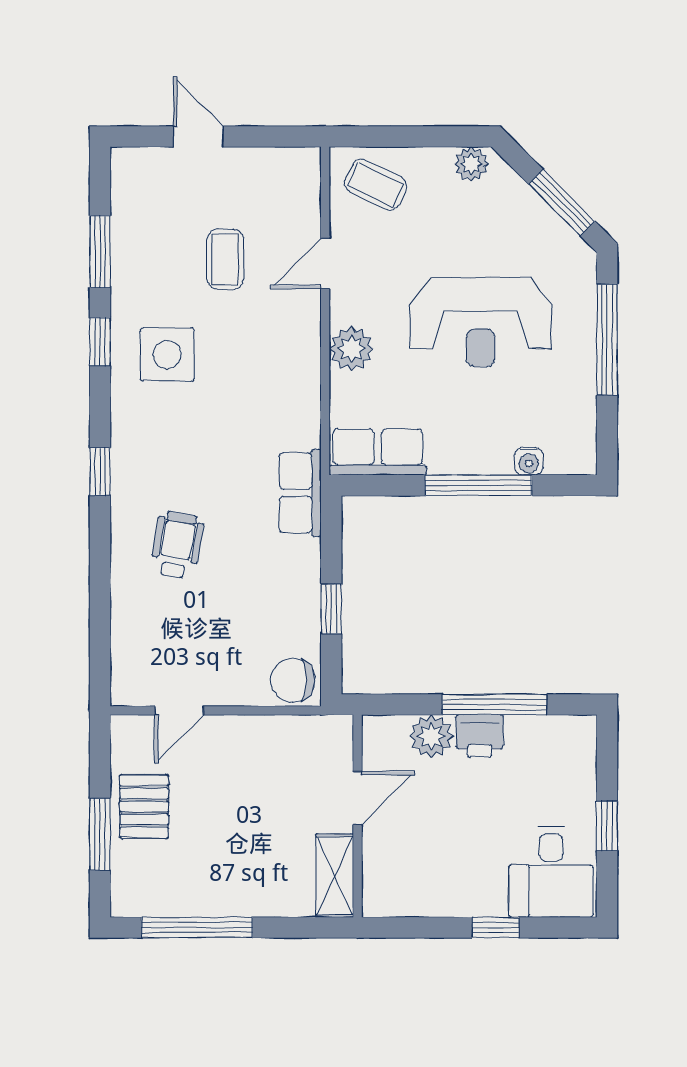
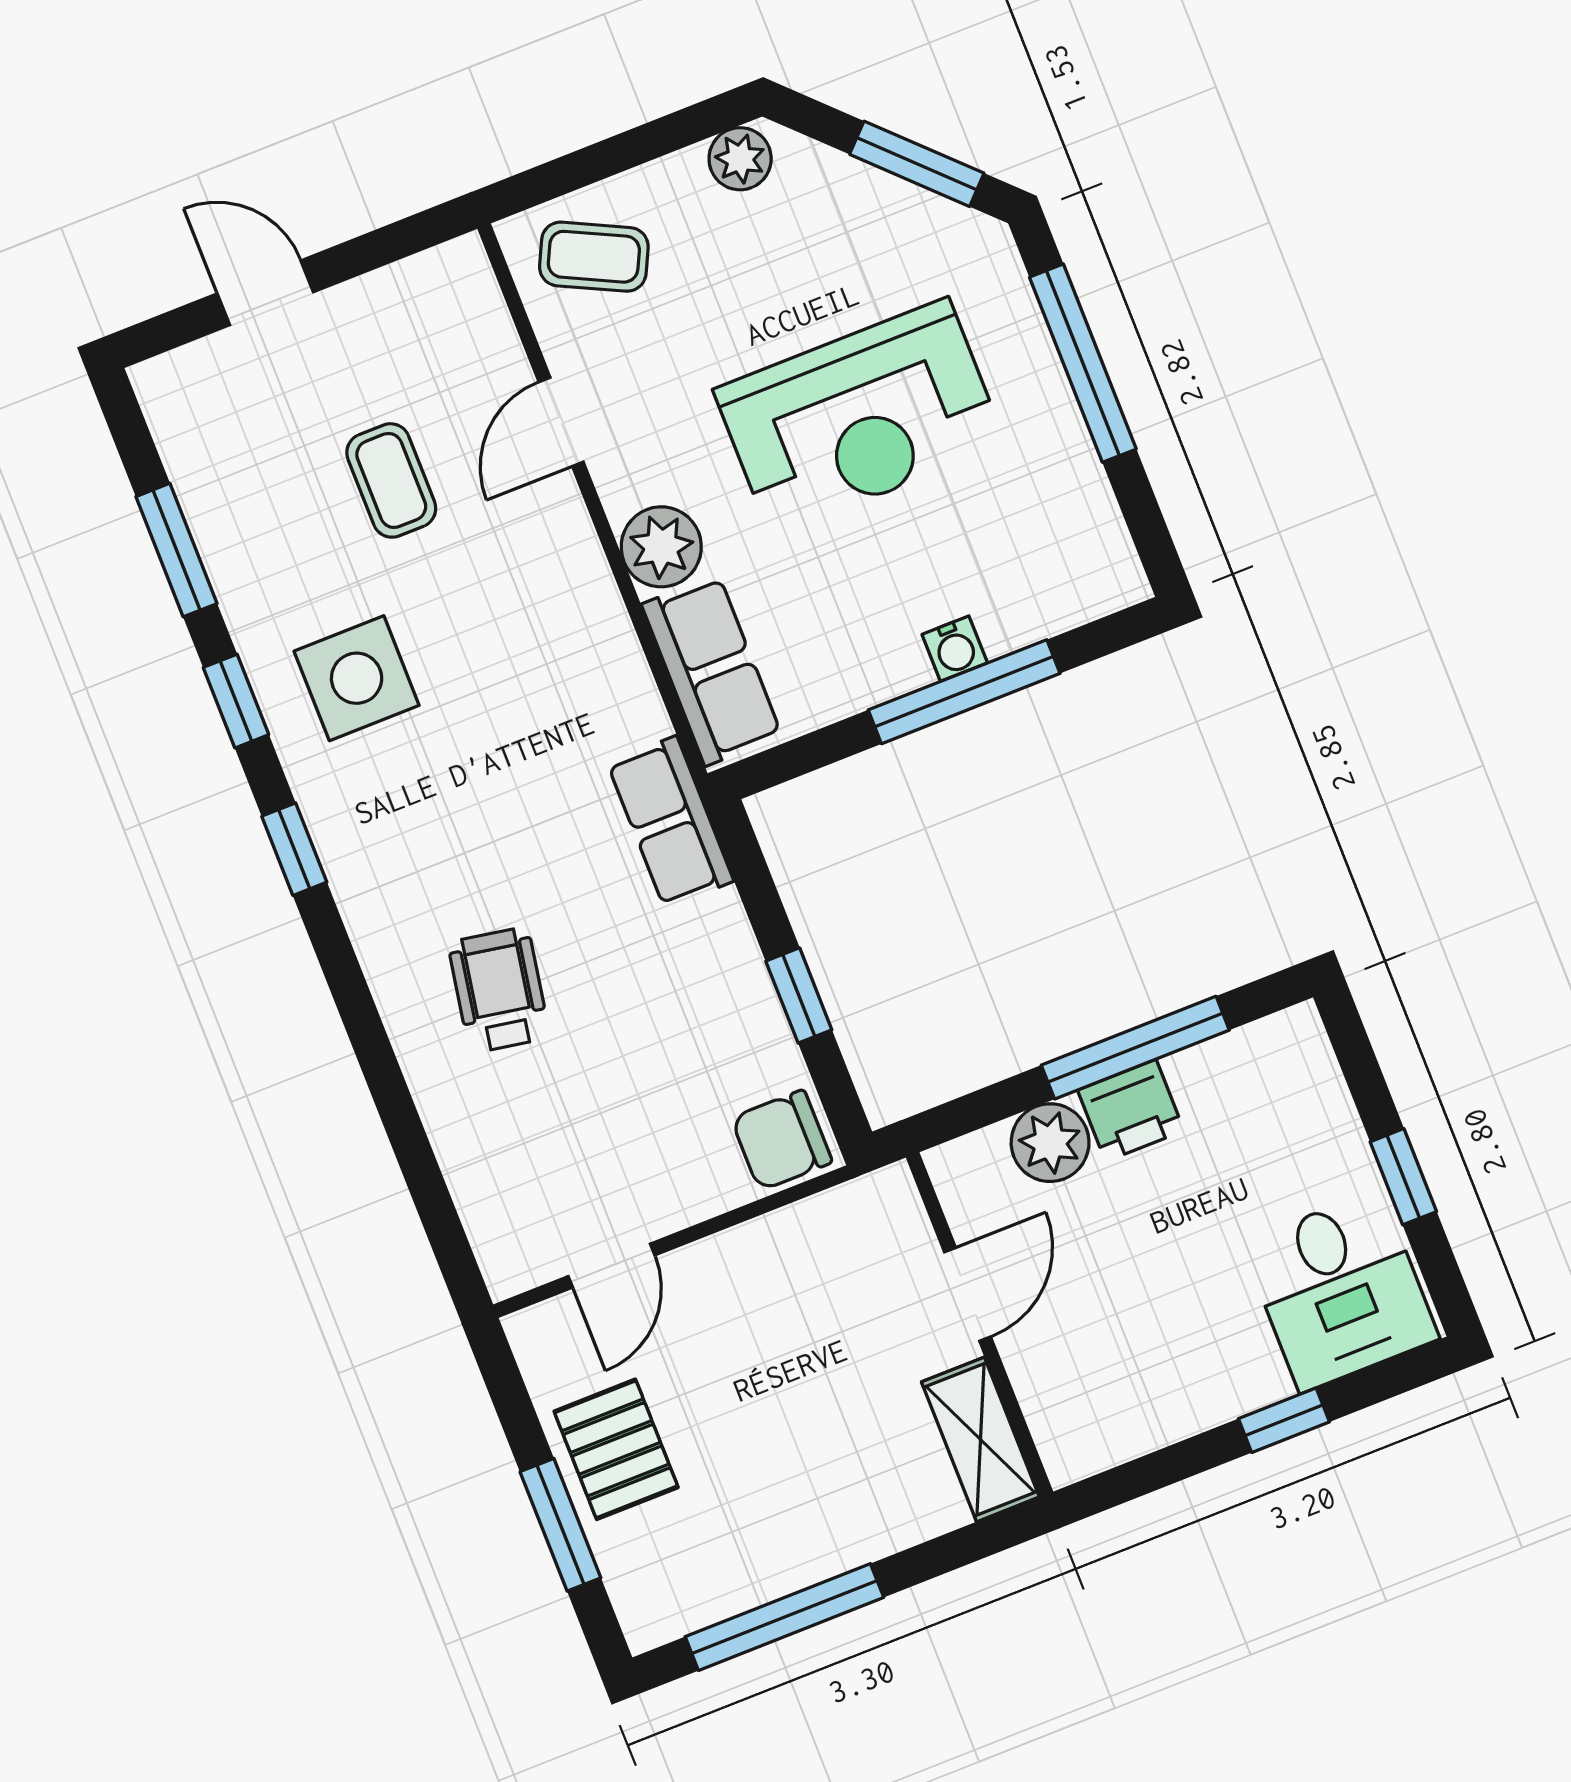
row of seats: (378, 452) -> (712, 670), moved, turned 90
water cooler: (529, 461) -> (955, 649), moved
window: (100, 471) -> (294, 849), moved

